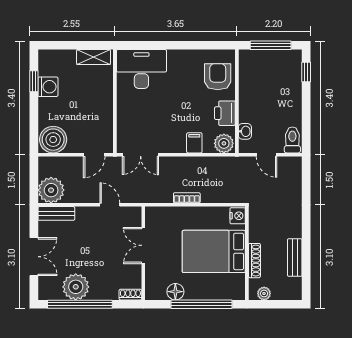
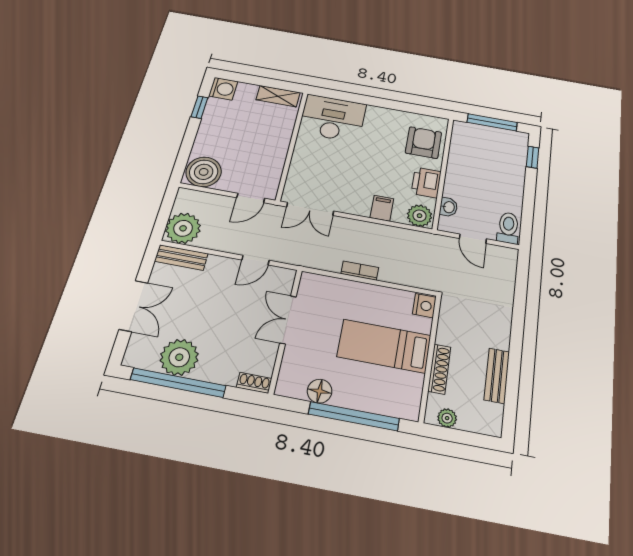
washing machine: (48, 87) -> (223, 89), moved
door: (110, 205) -> (256, 260), swing flipped
bed: (214, 251) -> (384, 346), width x0.67

